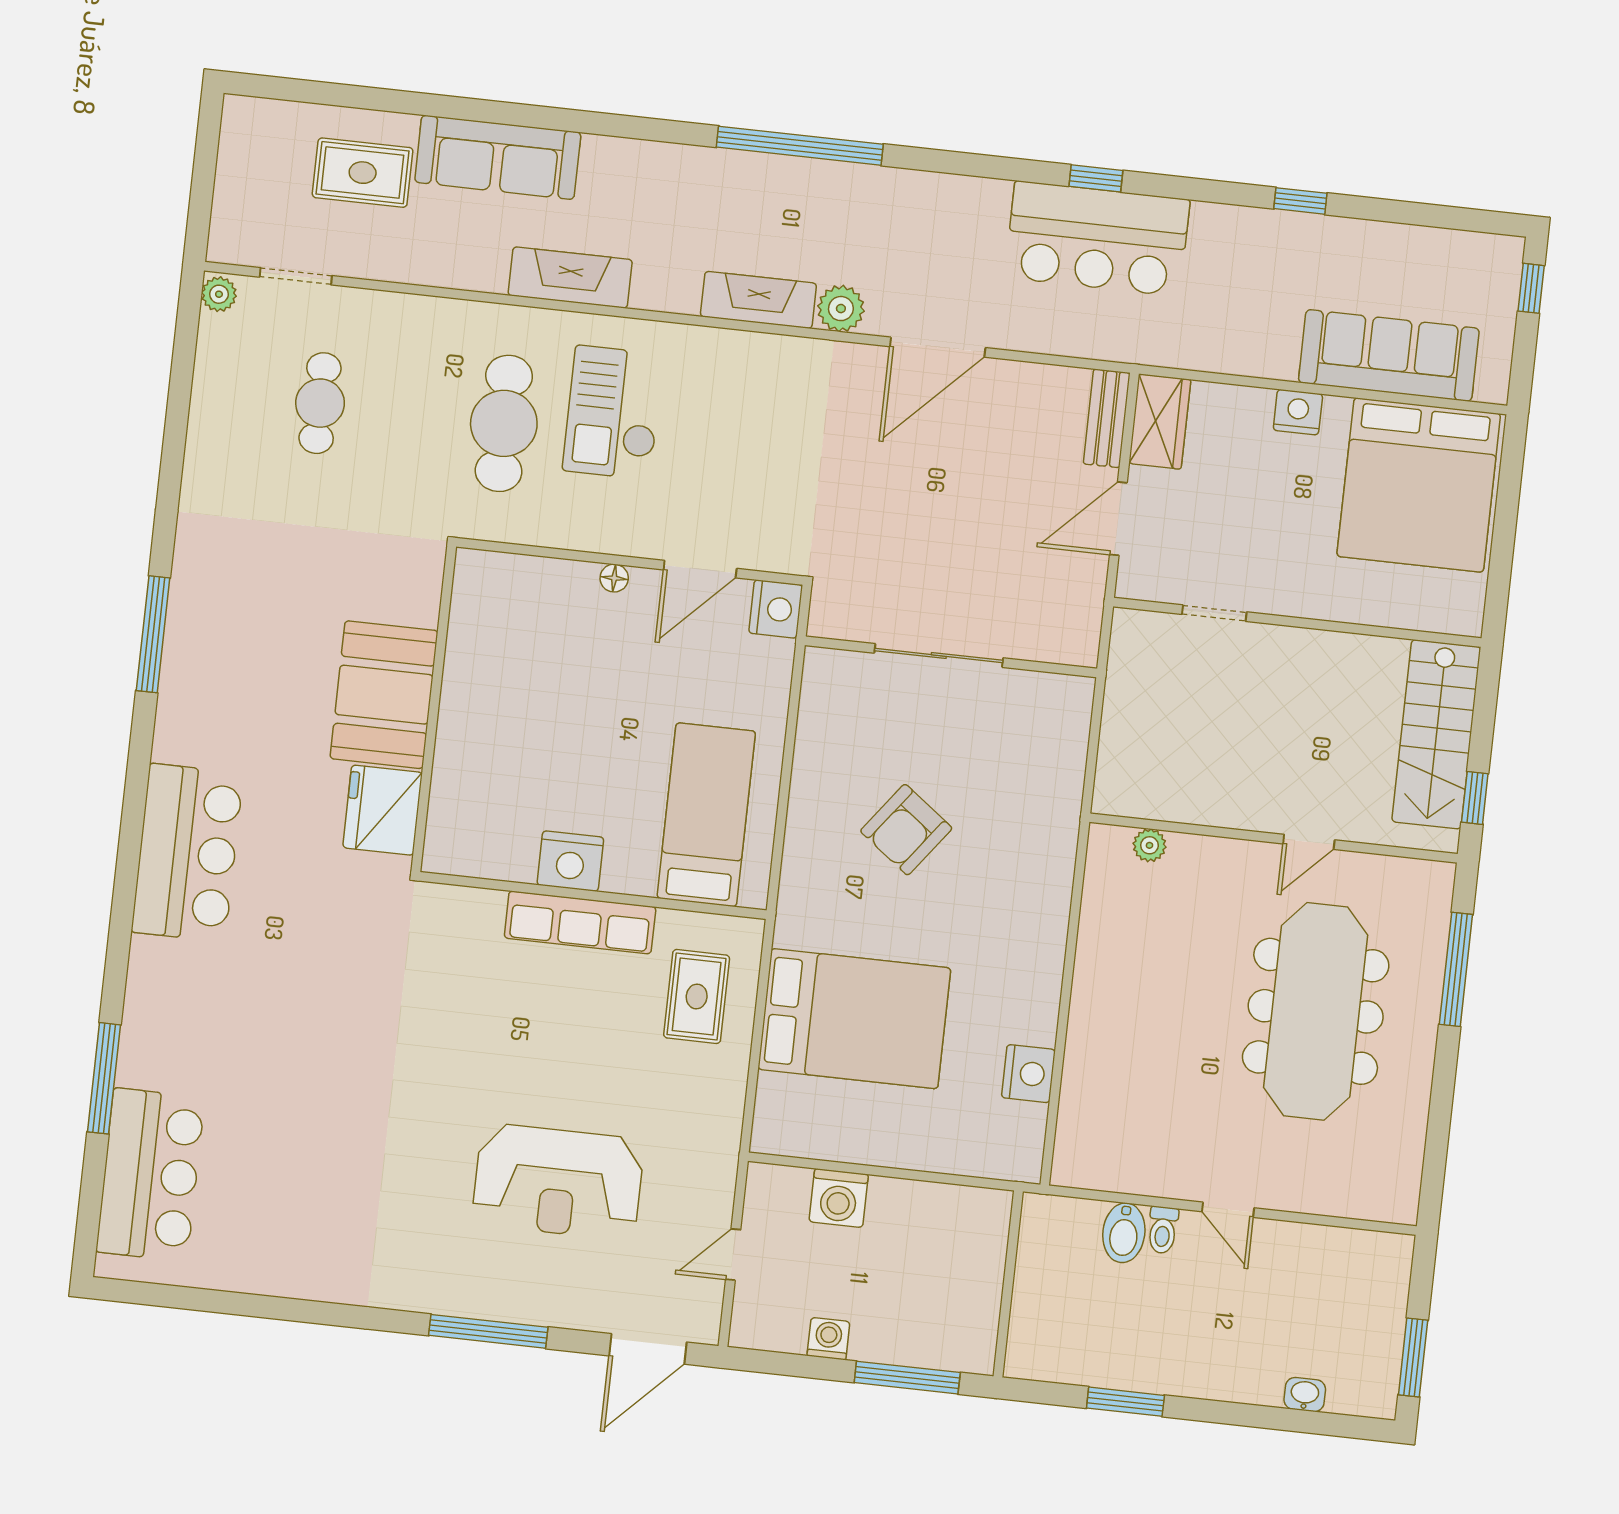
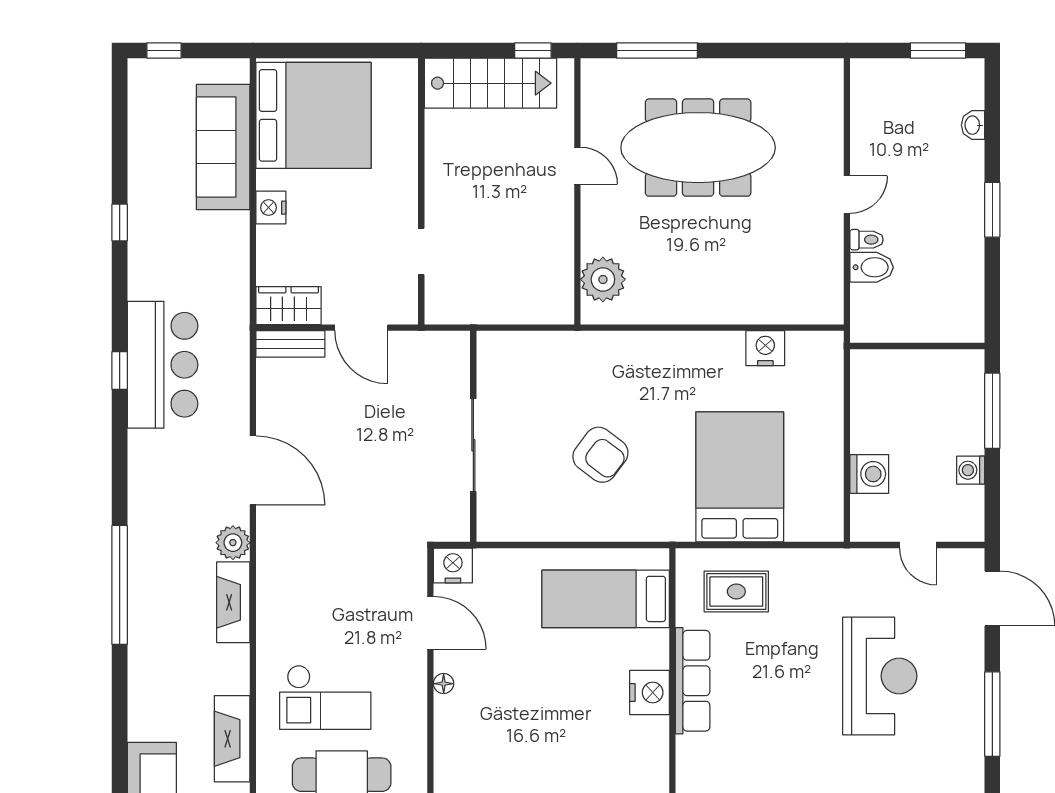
plant: (1149, 845) -> (603, 279), width x1.87, depth x1.87
window: (1125, 1402) -> (992, 210), moved

